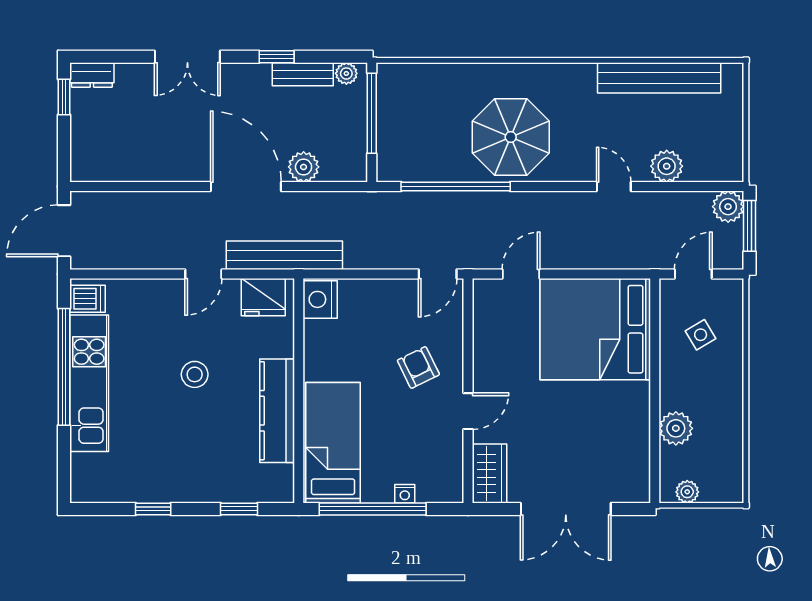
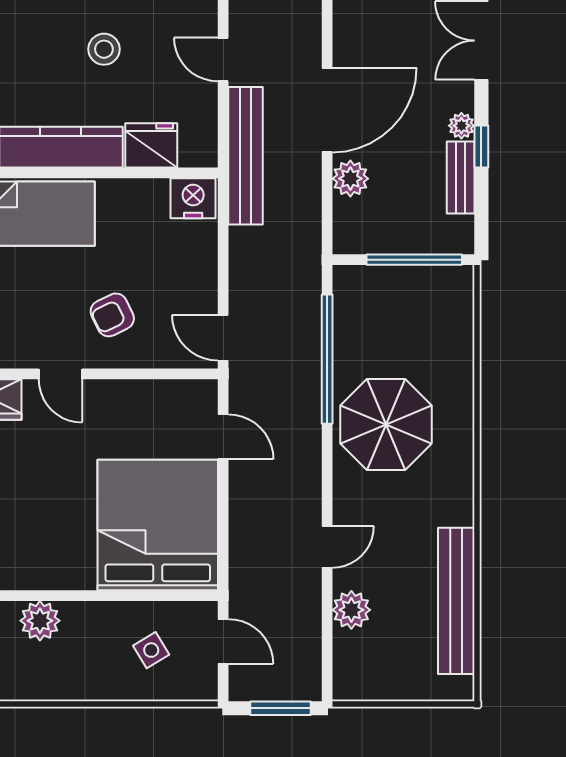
plant: (346, 73) -> (461, 126), moved
plant: (728, 207) -> (303, 683), removed
fridge: (263, 297) -> (151, 145), moved, turned 90
armchair: (418, 367) -> (112, 315), turned 180

